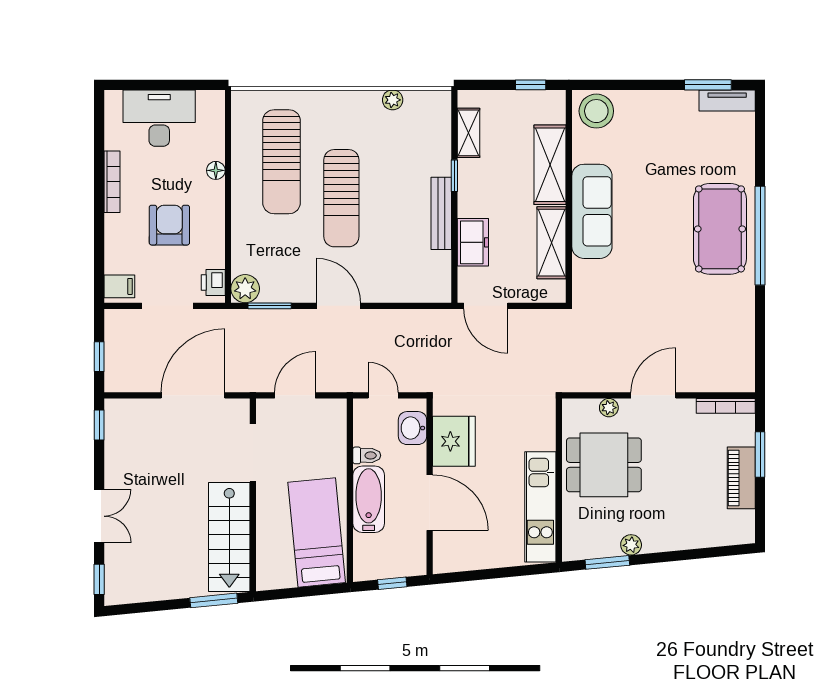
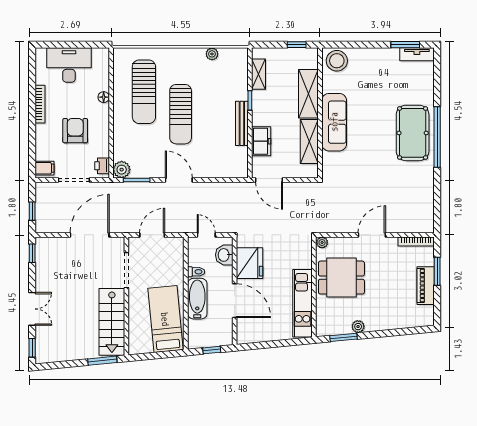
plant: (609, 408) -> (322, 242), moved

